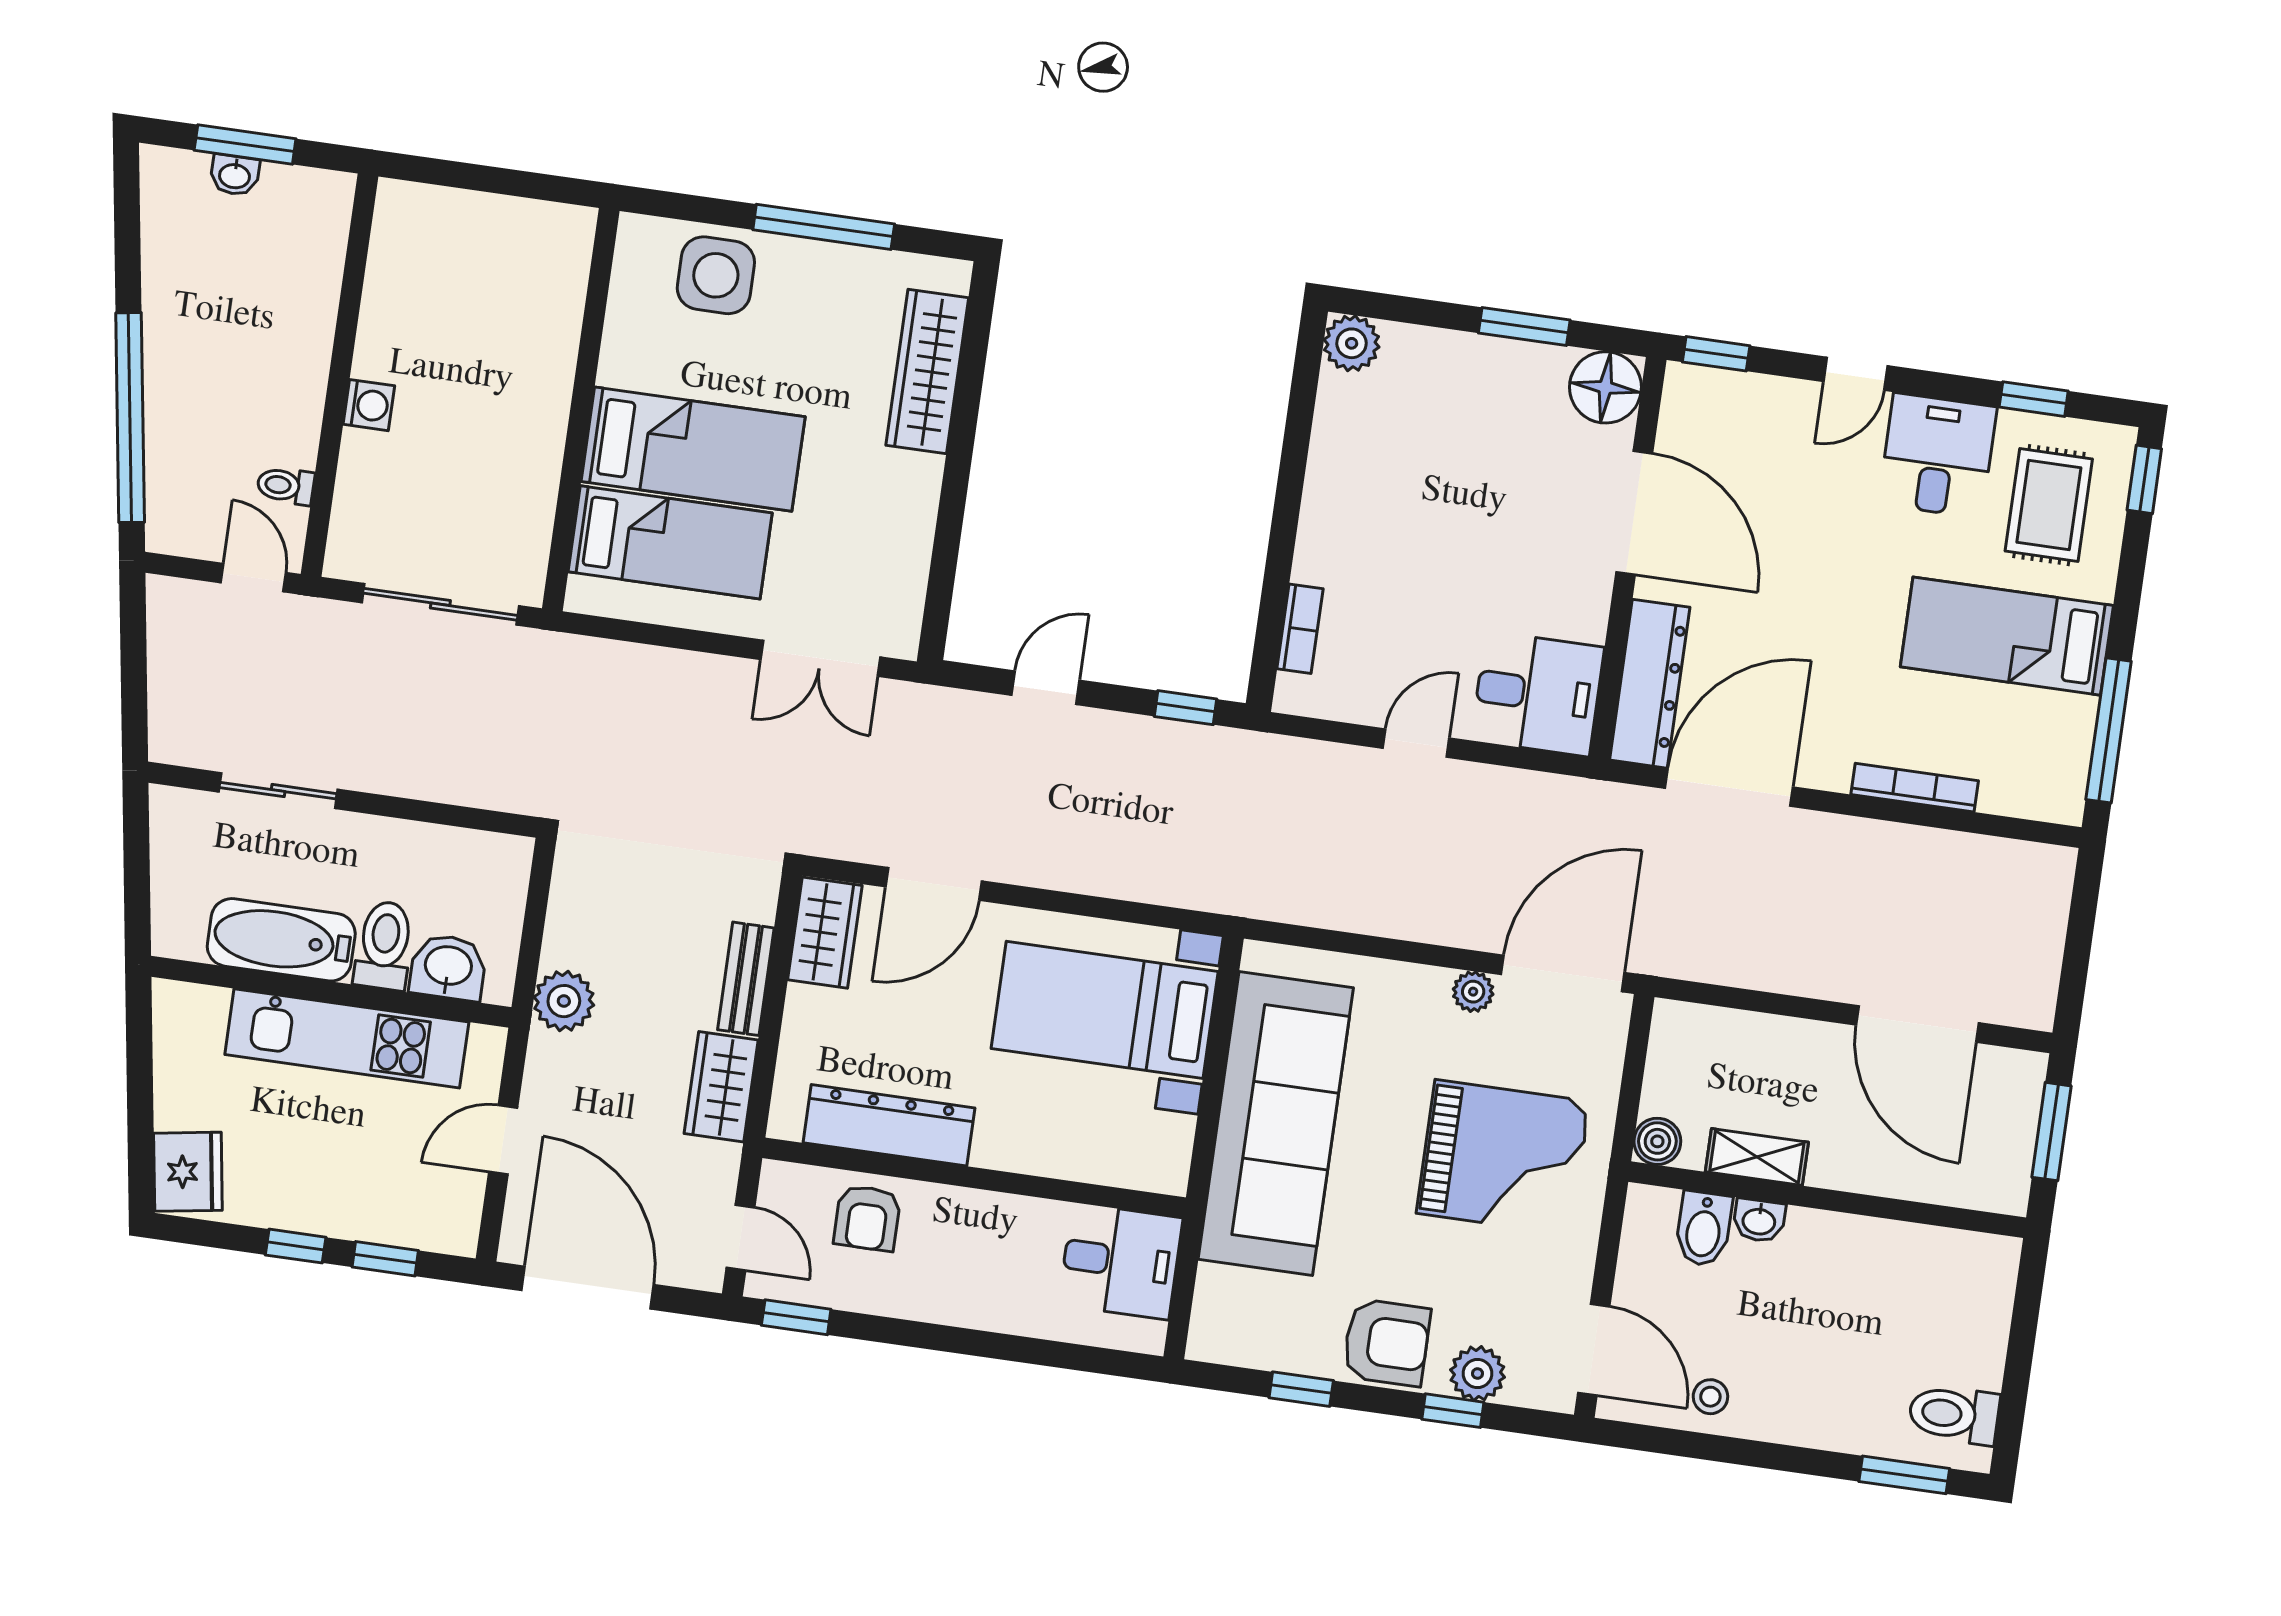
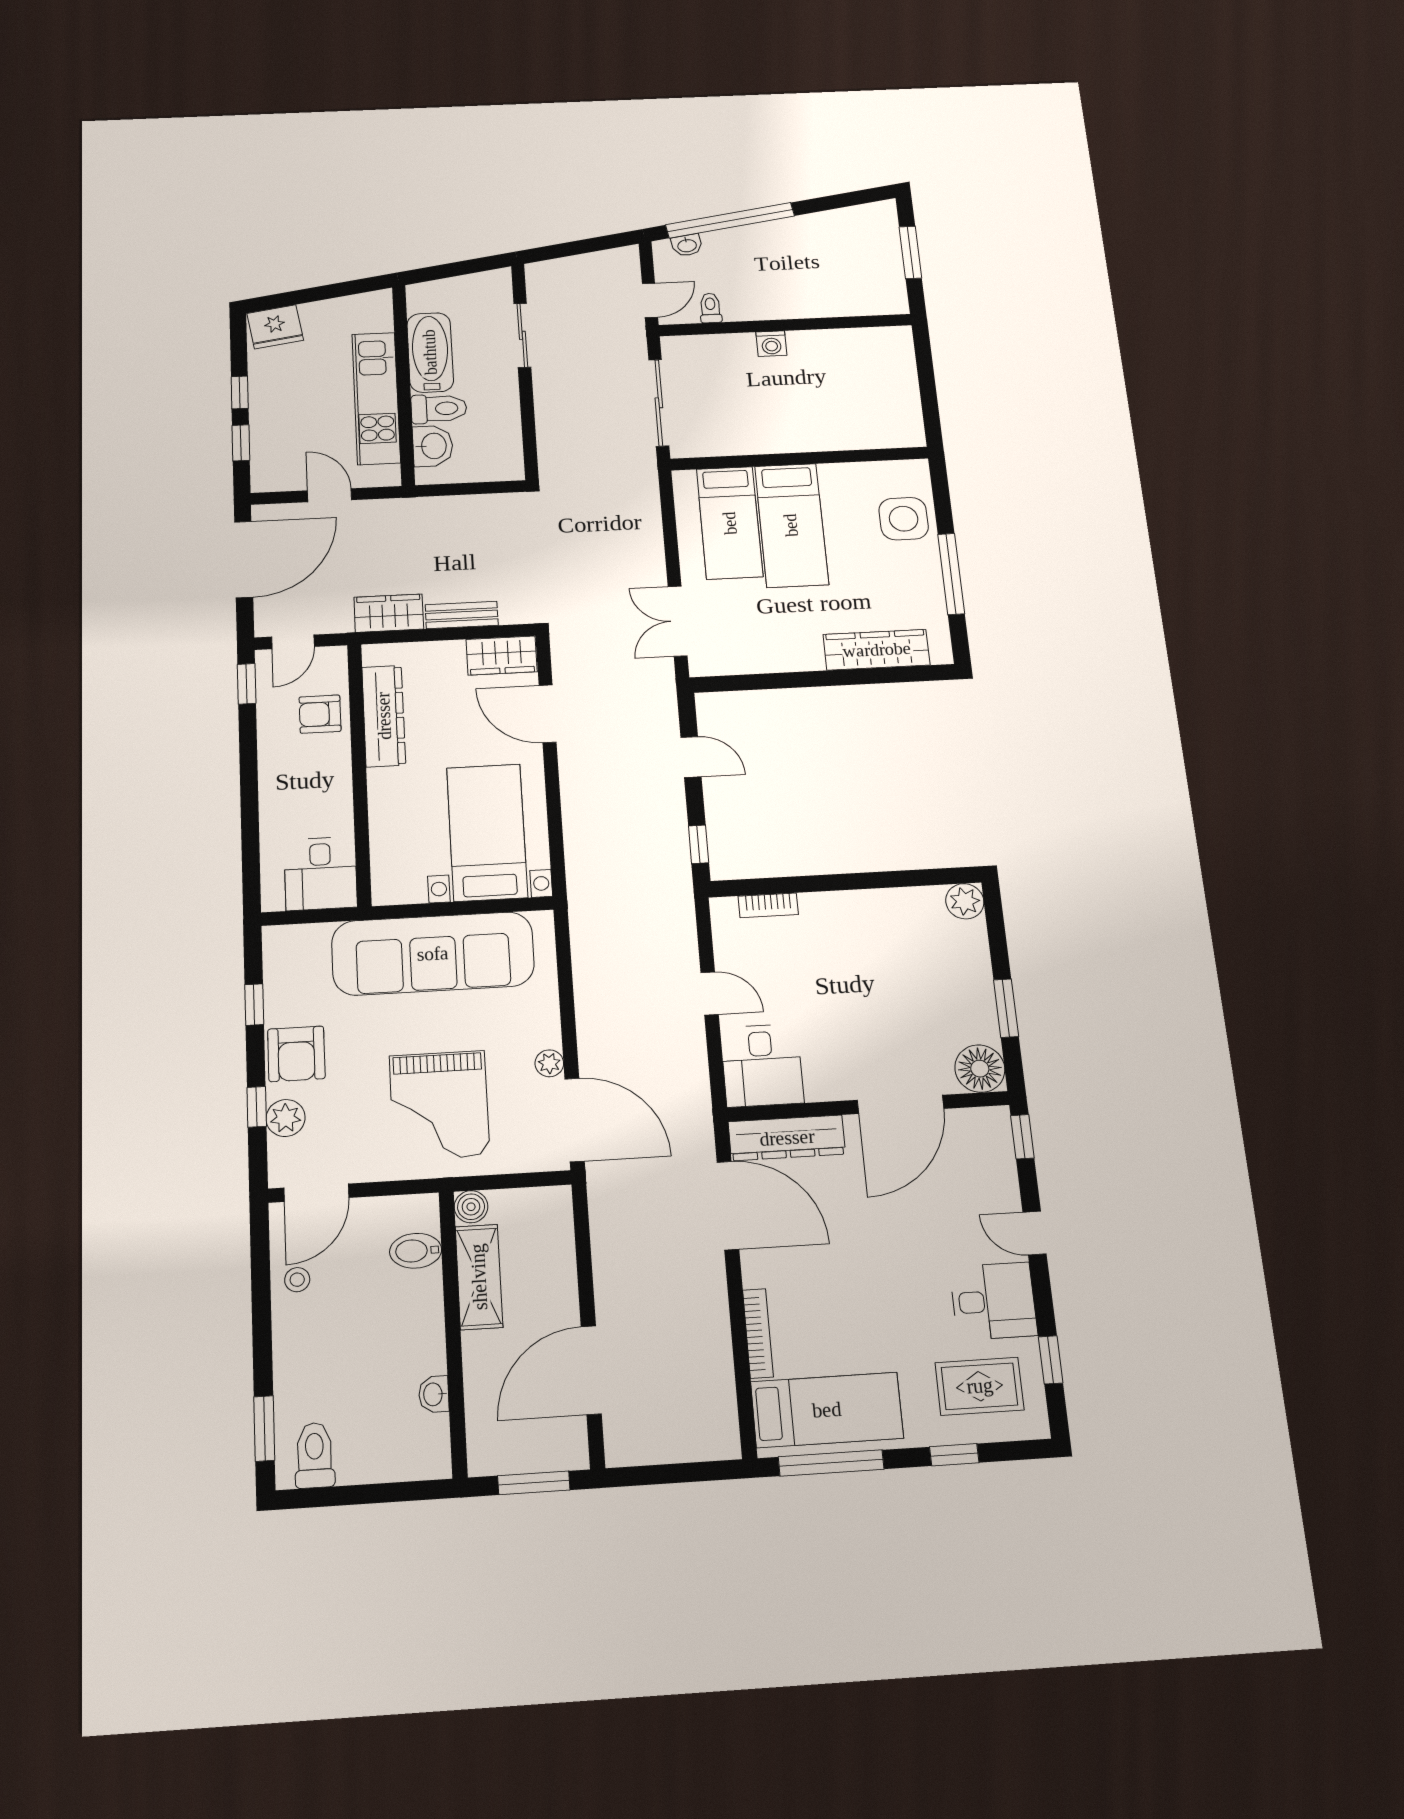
washbasin: (235, 175) -> (687, 245), moved, turned -99
window: (2144, 479) -> (954, 1455), moved
bed: (2007, 636) -> (827, 1410), moved, turned 90
plant: (564, 1001) -> (425, 514), removed
shelving: (1757, 1157) -> (479, 1277), width x1.50, depth x1.33
washbasin: (1759, 1220) -> (434, 1394), moved

